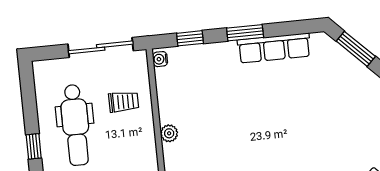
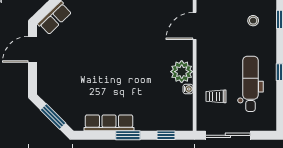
water cooler: (160, 59) -> (188, 89), moved
plant: (169, 133) -> (182, 72), width x1.88, depth x1.88

